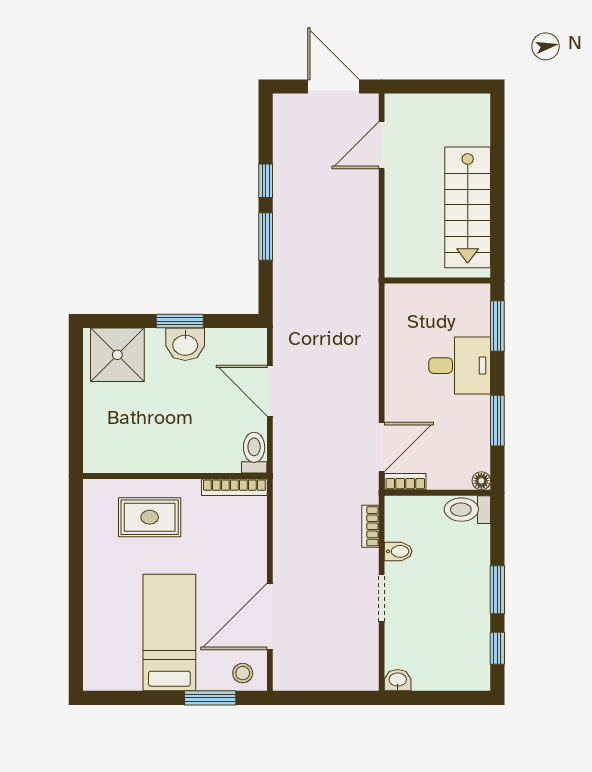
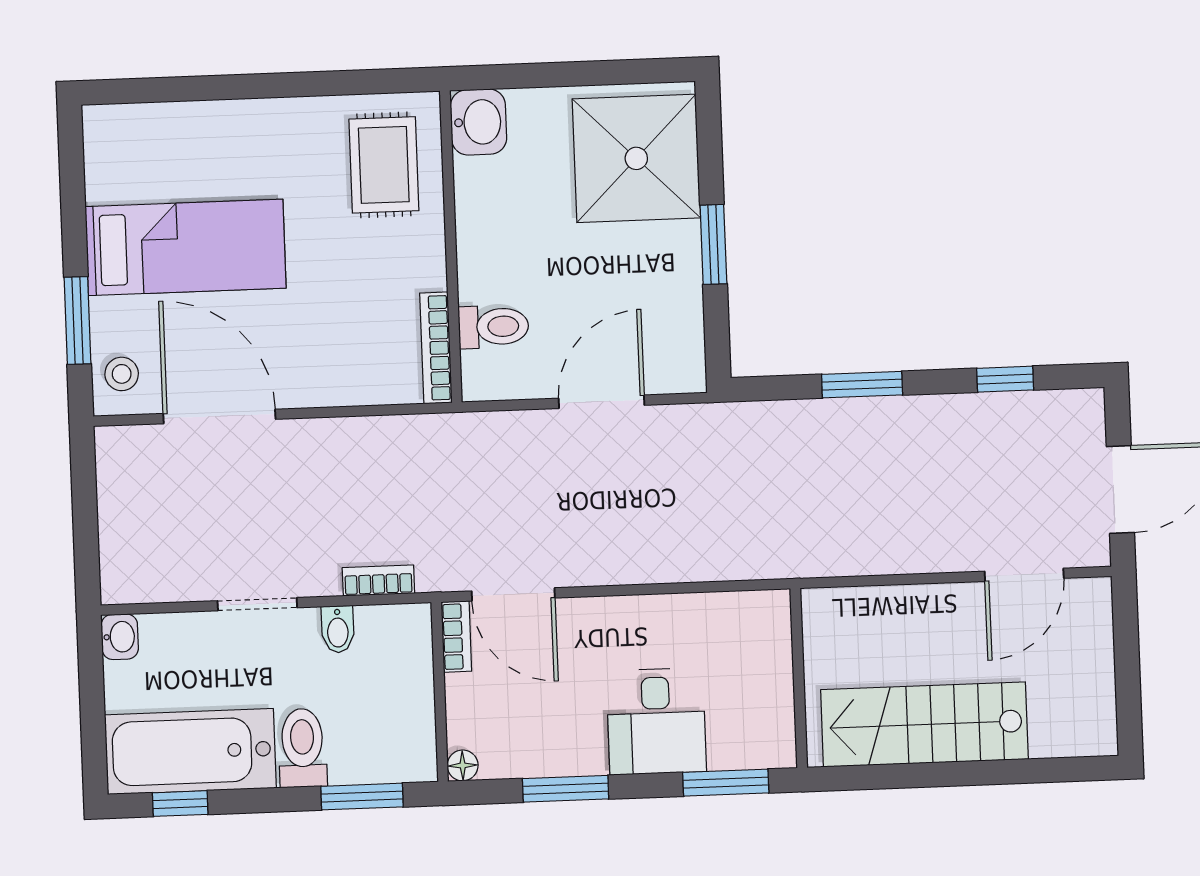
door: (382, 145) -> (1024, 575), swing flipped
window: (266, 181) -> (1005, 379), moved
washbasin: (185, 344) -> (478, 122), moved, turned 180
shower: (117, 355) -> (636, 158), width x1.37, depth x1.37
toilet: (254, 453) -> (494, 327), moved
toilet: (467, 510) -> (302, 748), moved
rug: (150, 517) -> (384, 165), moved
window: (497, 590) -> (362, 797), moved
bathtub: (467, 641) -> (190, 752), added

